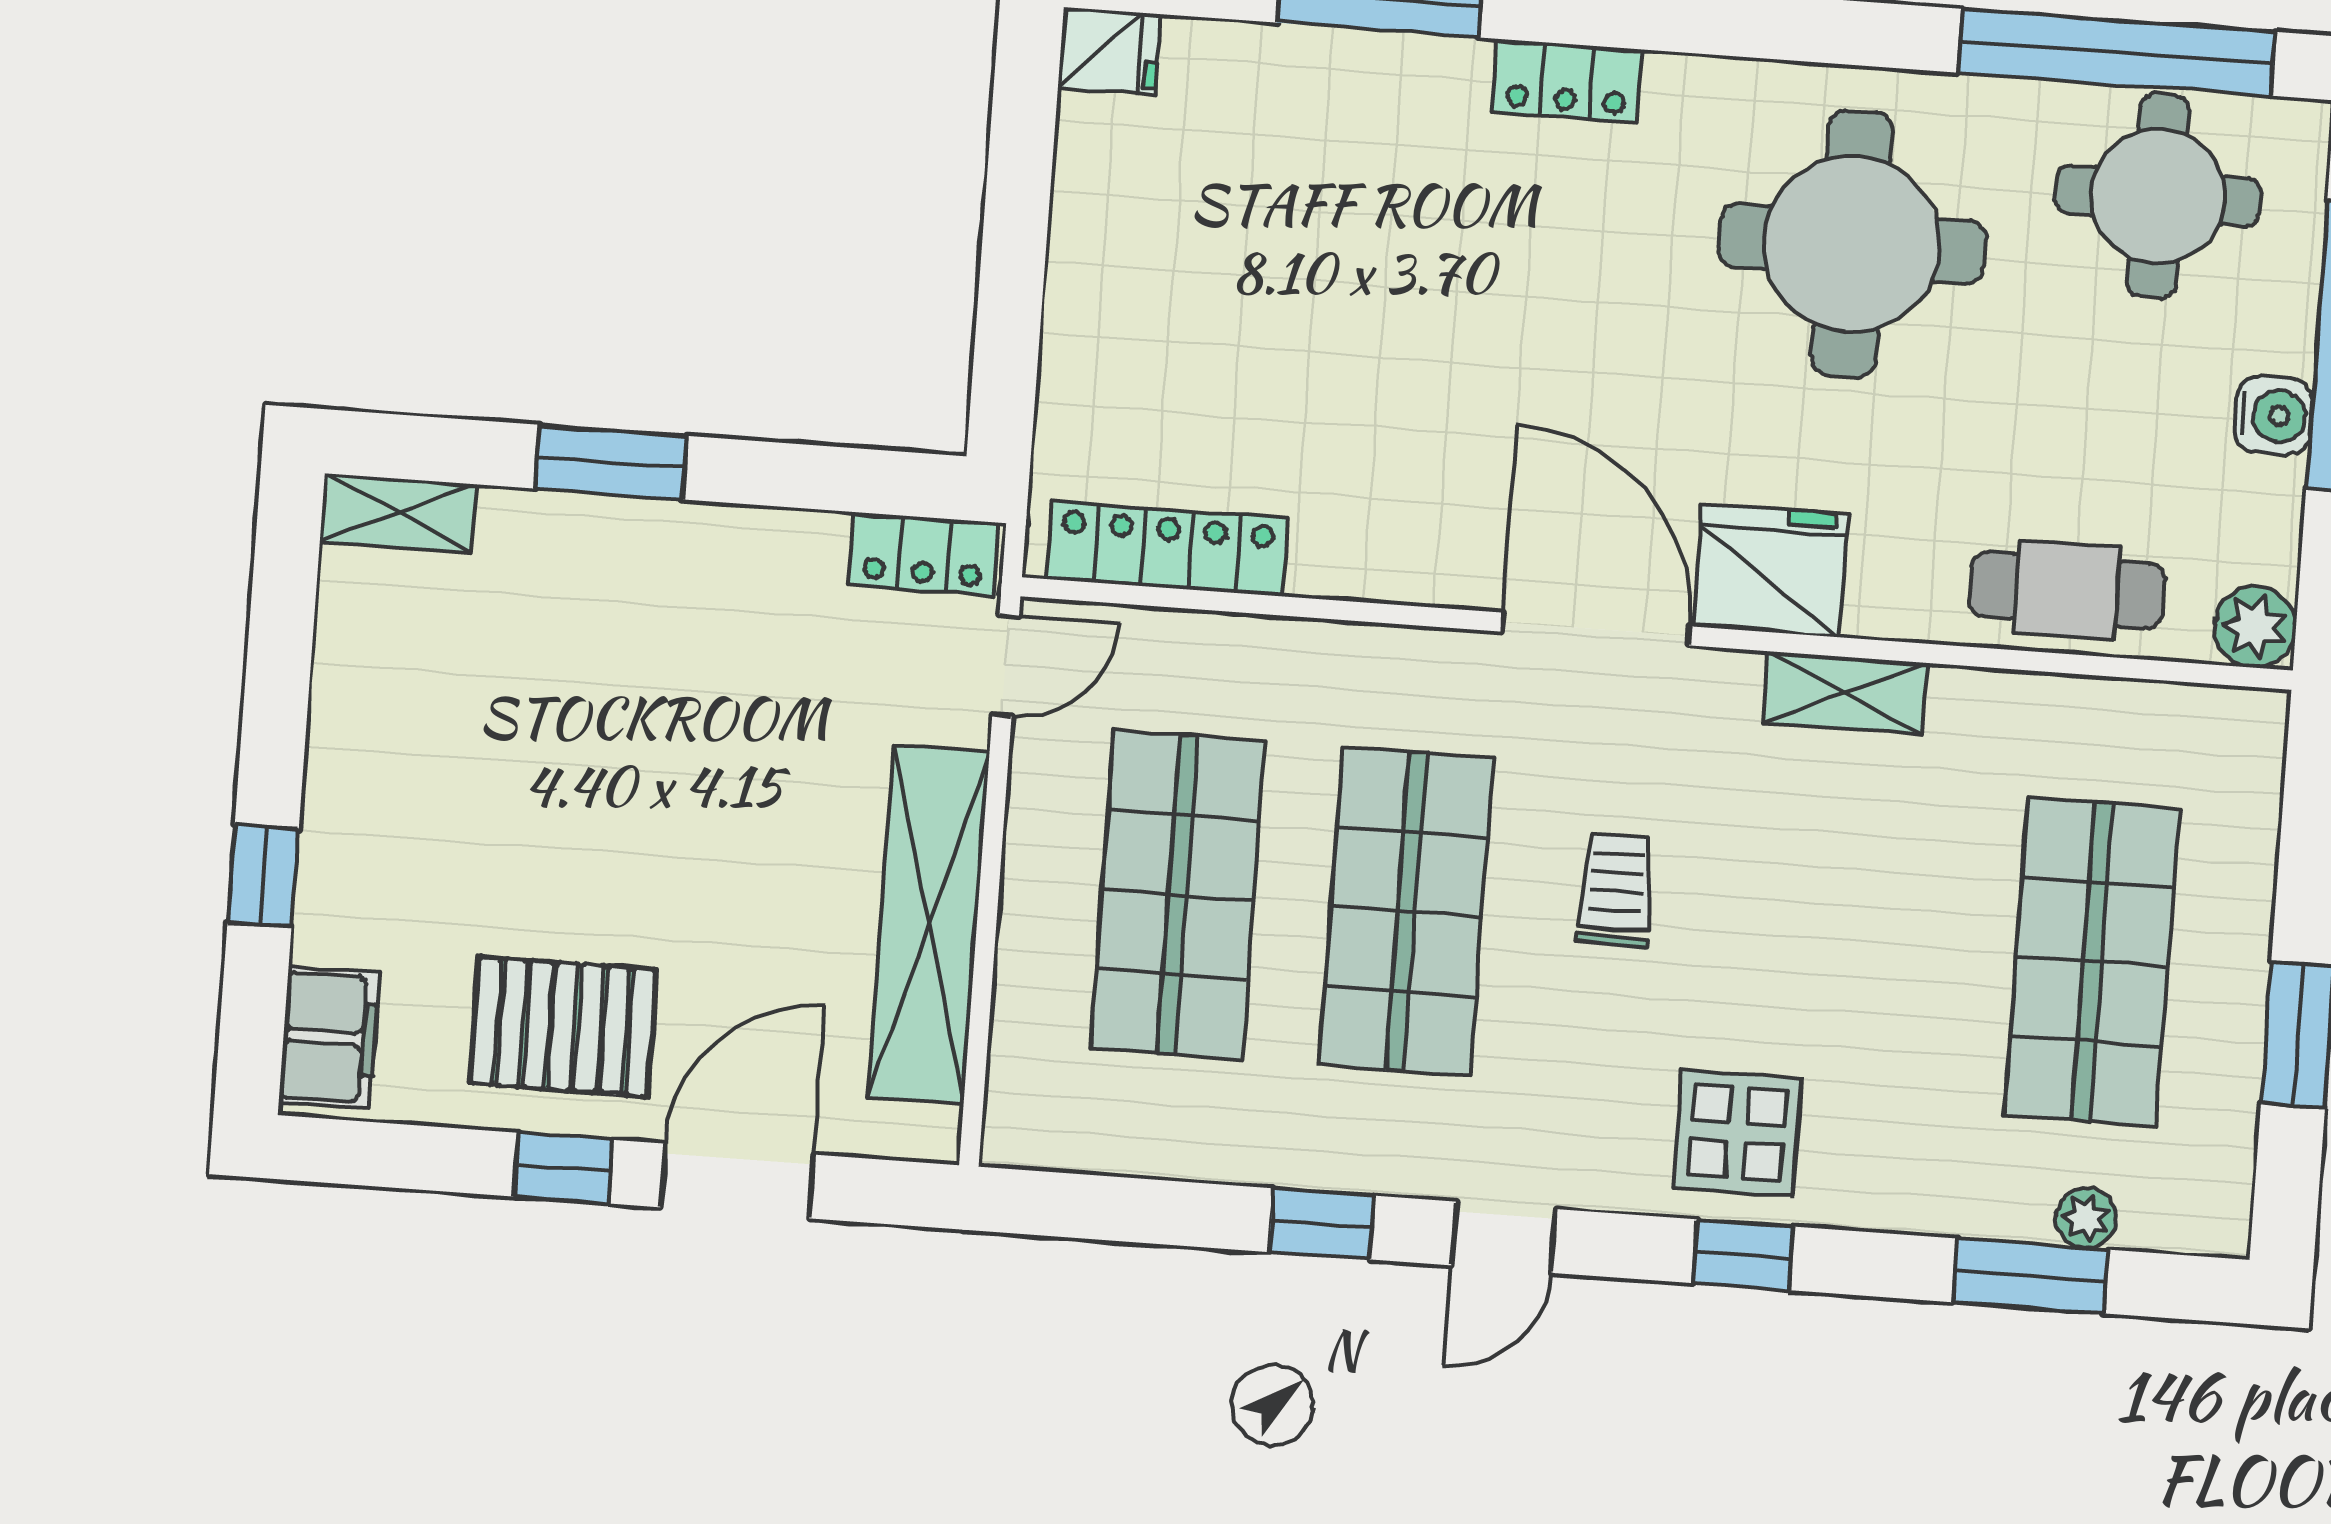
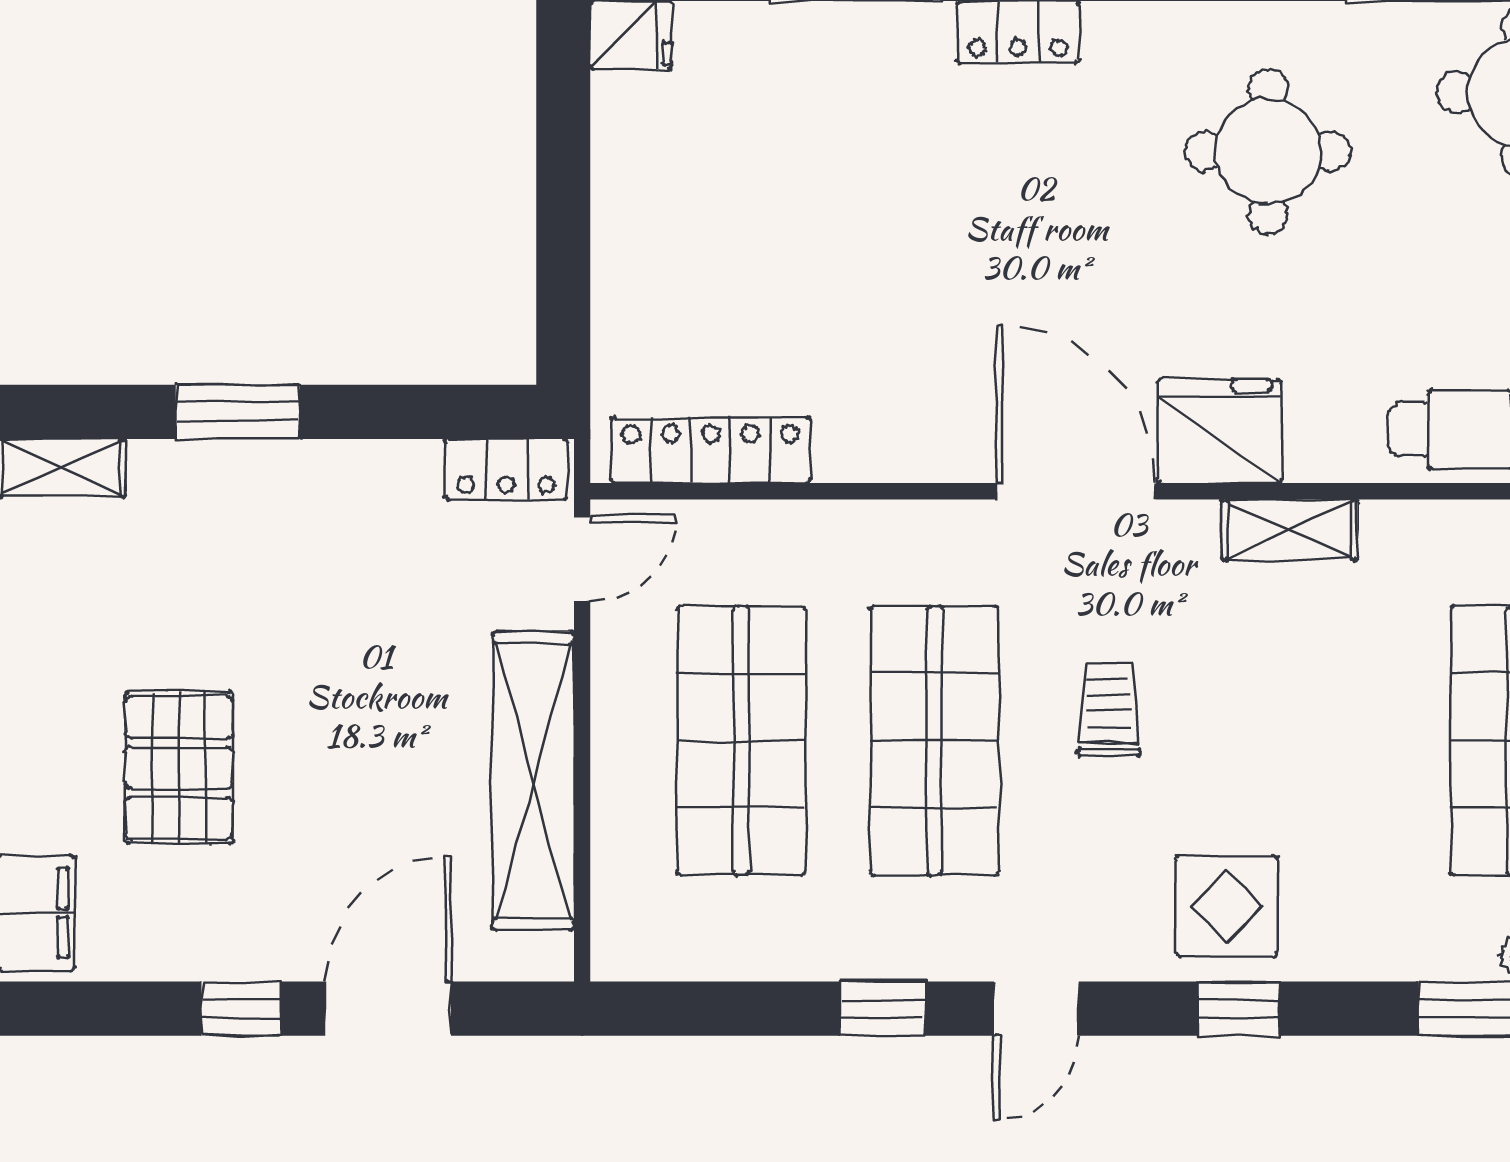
round table: (1852, 244) -> (1268, 151), width x0.73, depth x0.73
pallet: (563, 1026) -> (179, 768), moved, turned 90

